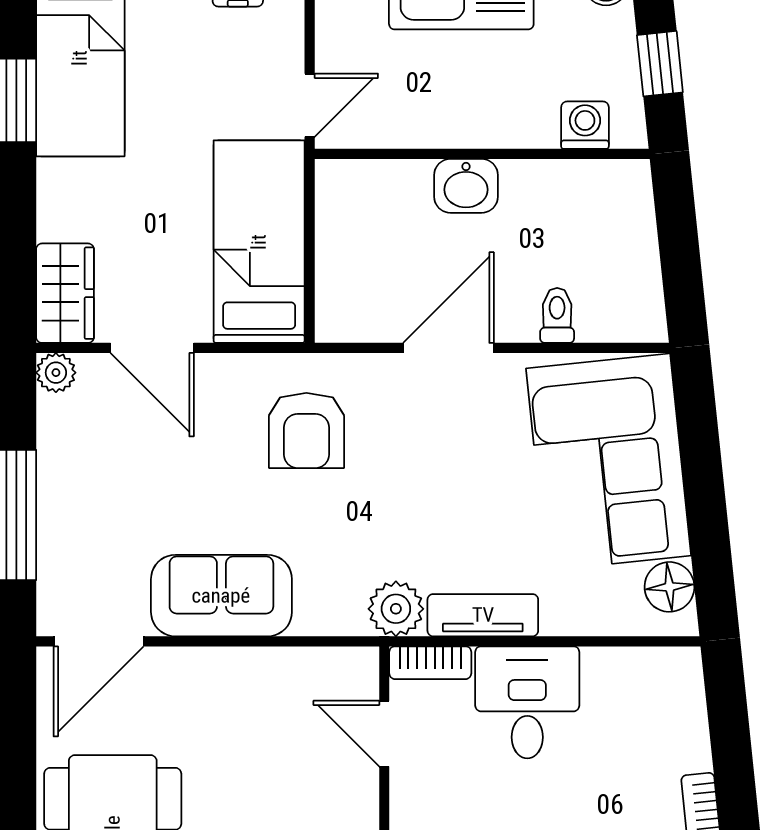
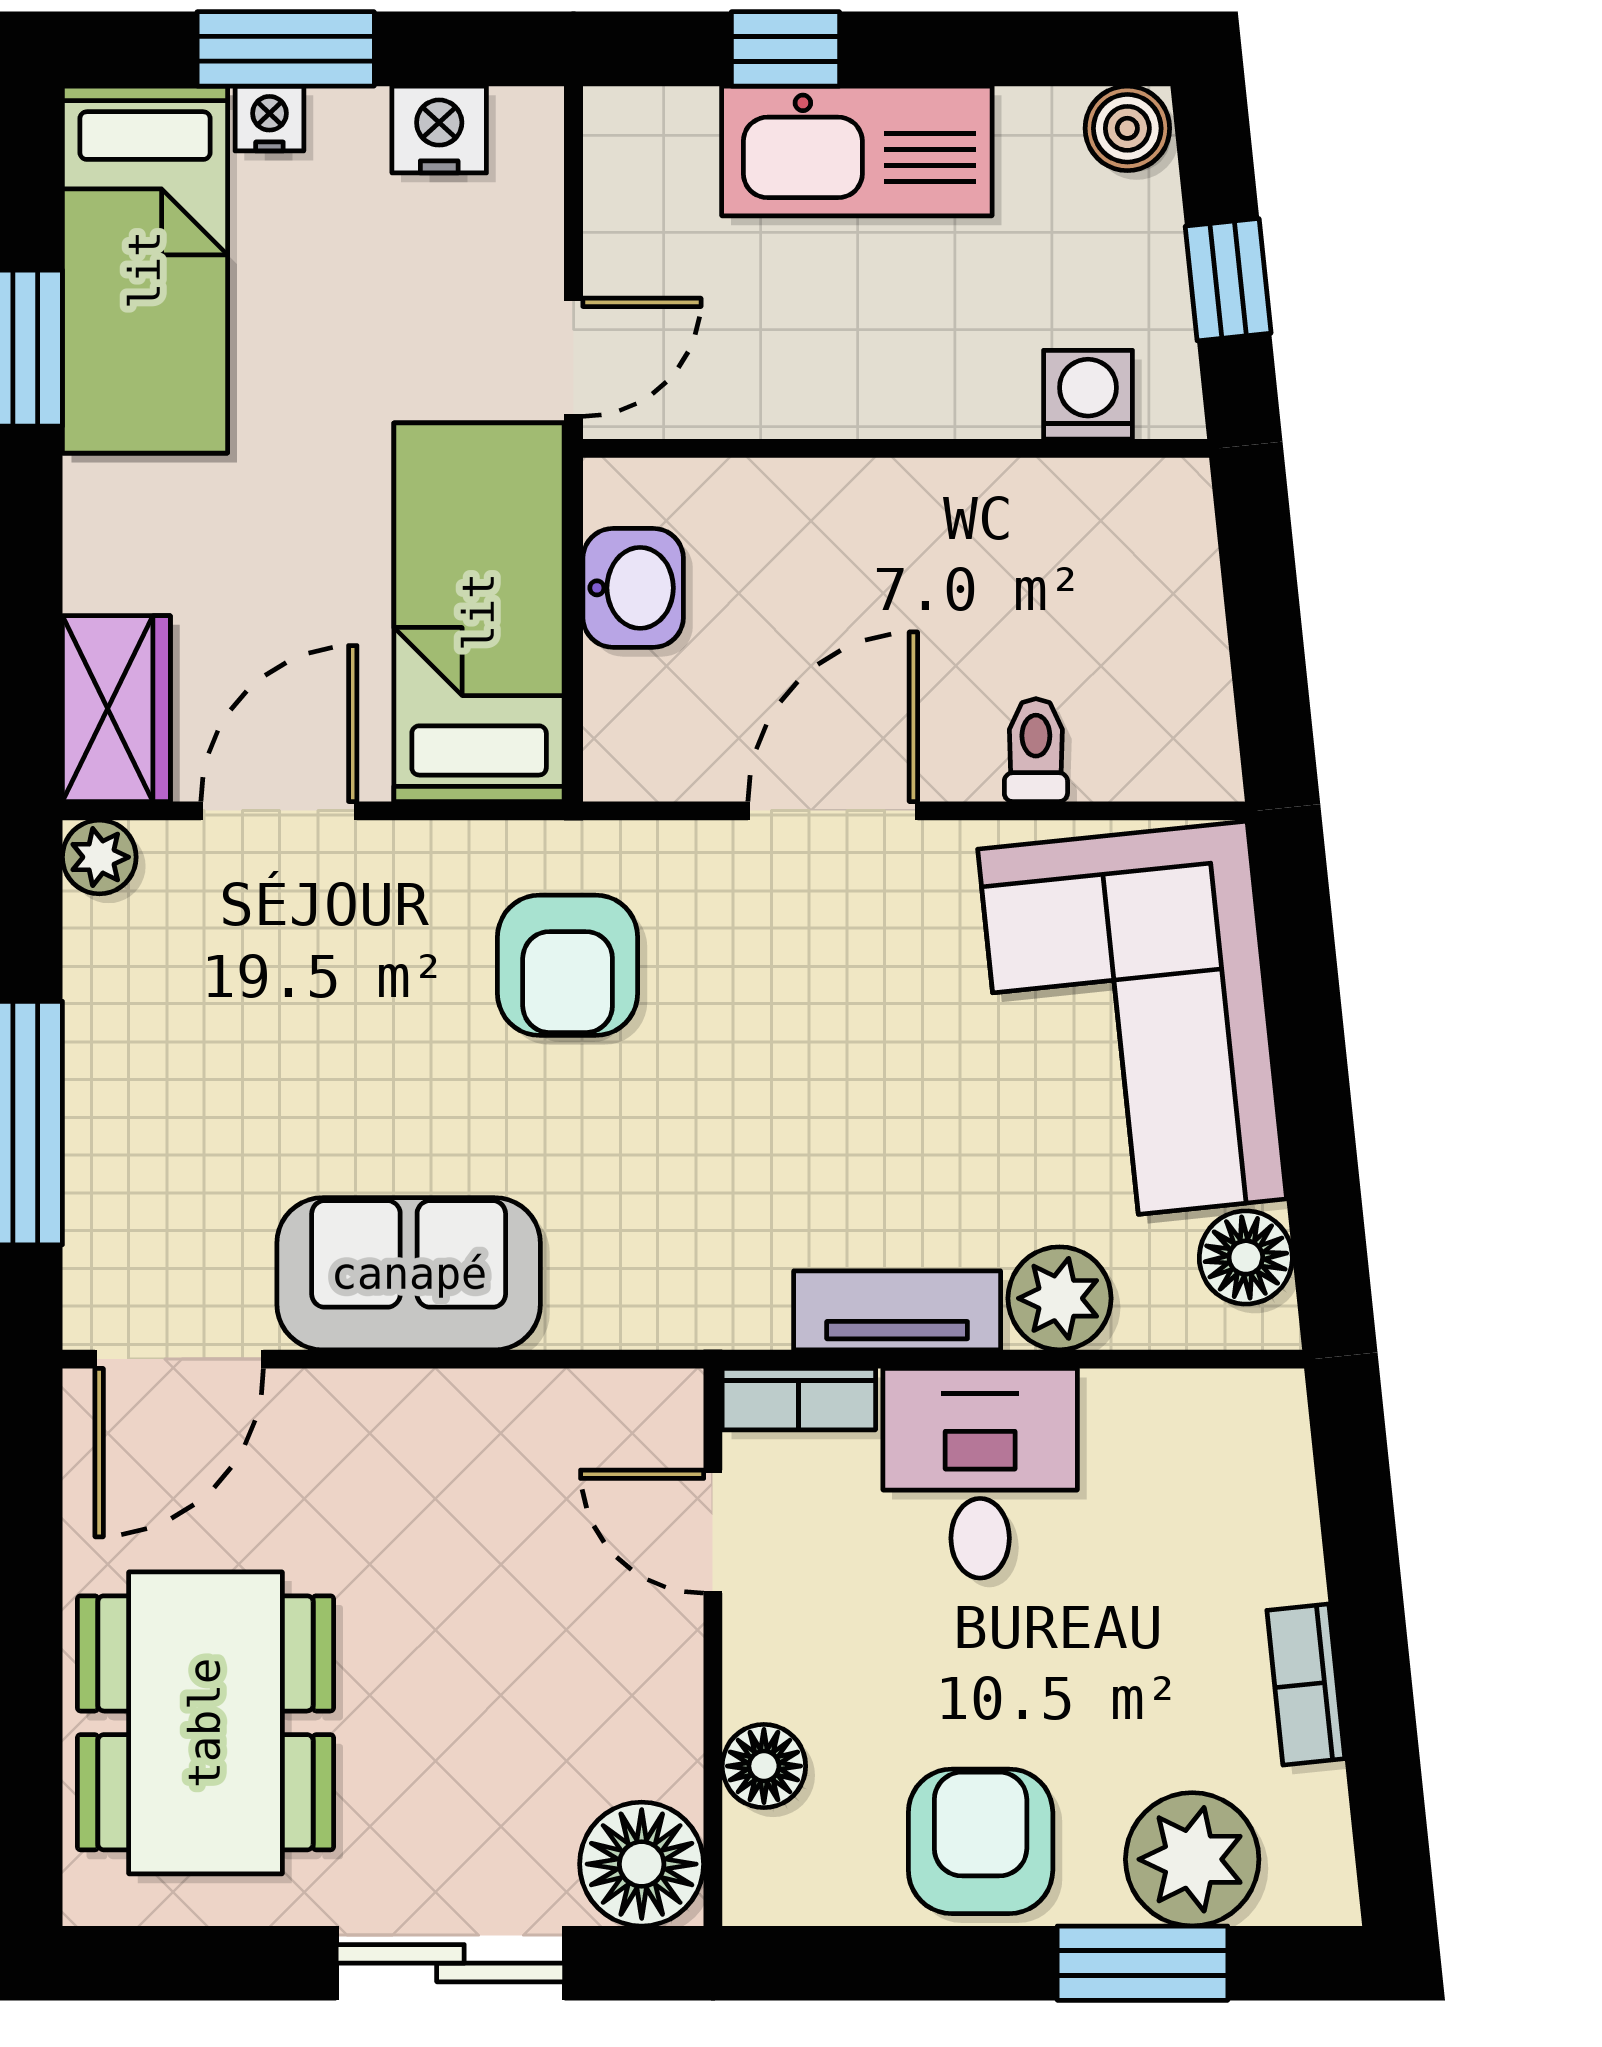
washbasin: (466, 186) -> (633, 588), moved, turned -90
door: (152, 348) -> (279, 811), swing flipped
plant: (396, 609) -> (1060, 1298), moved

